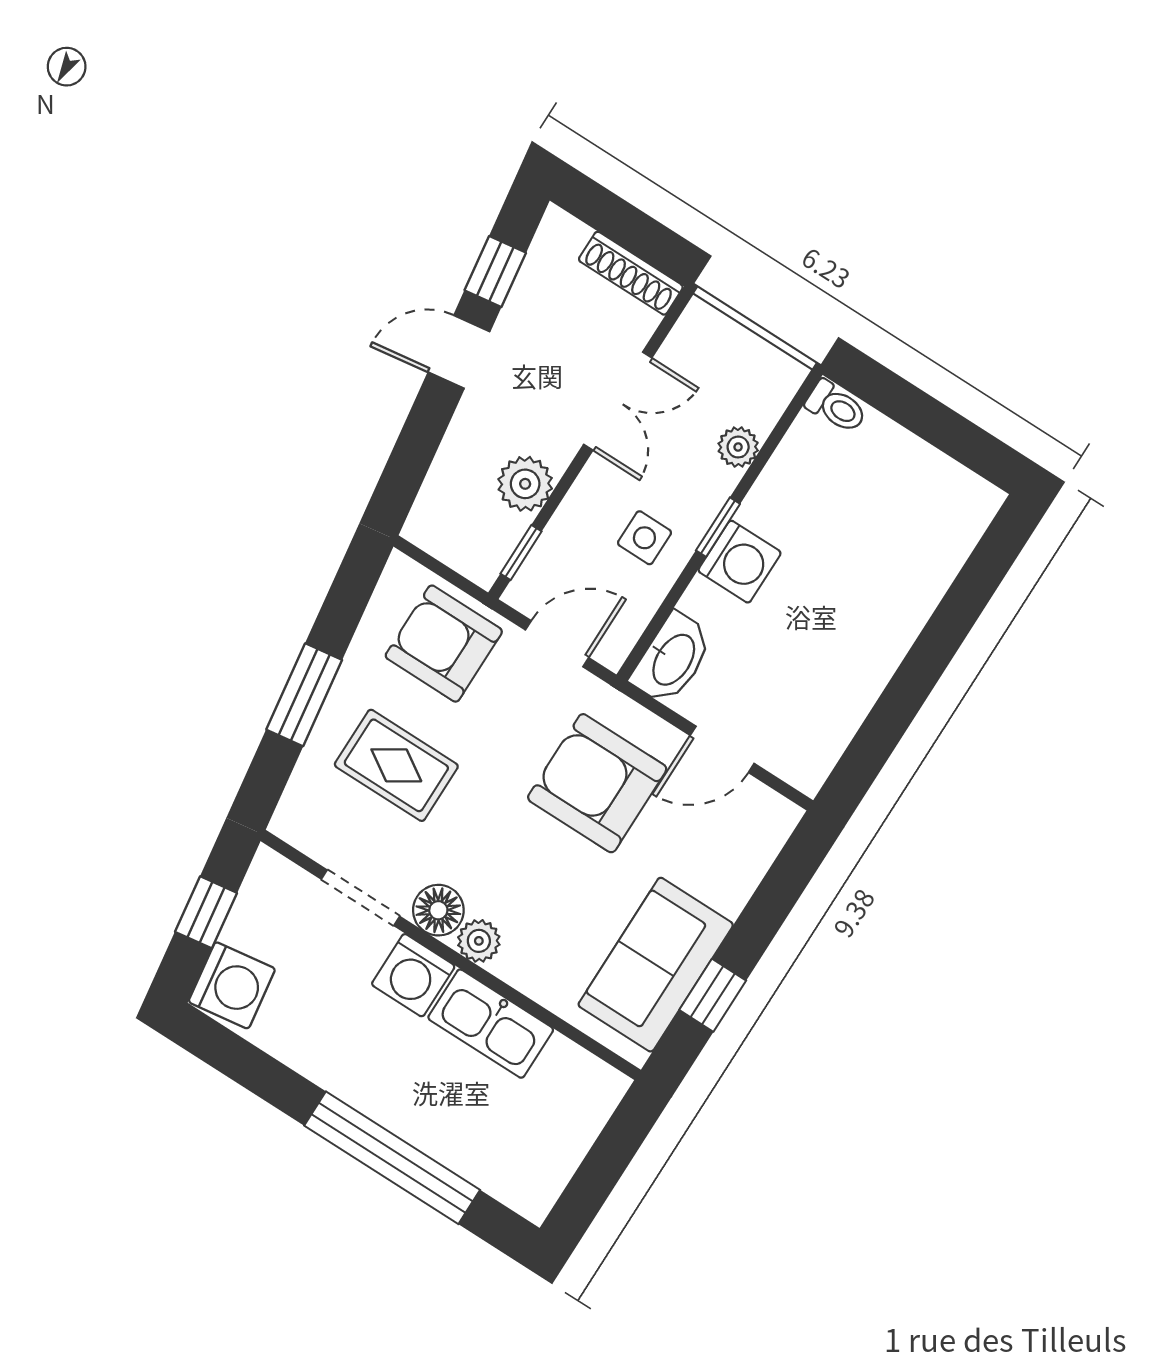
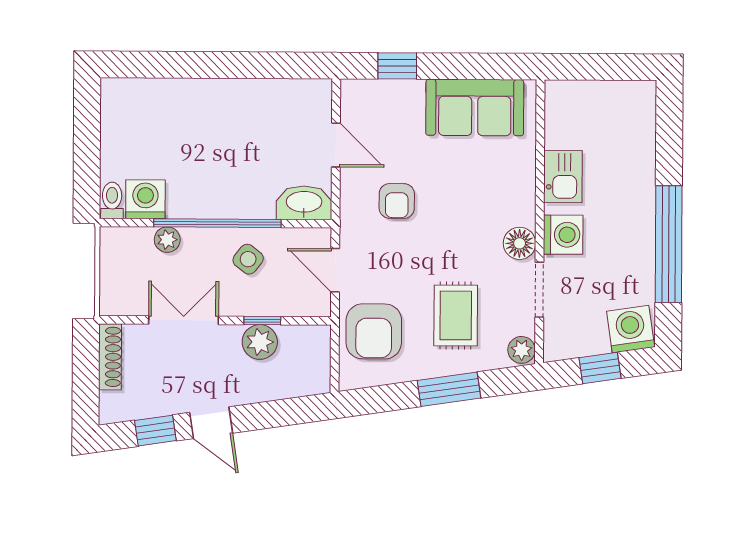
window: (718, 527) -> (217, 223), width x3.17
side table: (644, 538) -> (248, 259), turned 38
window: (521, 553) -> (262, 321), moved
washing machine: (740, 562) -> (145, 199), moved
armchair: (597, 783) -> (397, 201), width x0.53, depth x0.53
plant: (479, 941) -> (522, 350), moved
window: (713, 995) -> (397, 66), moved
kitchen sink: (491, 1024) -> (563, 176), width x0.73
window: (392, 1158) -> (669, 244), moved

